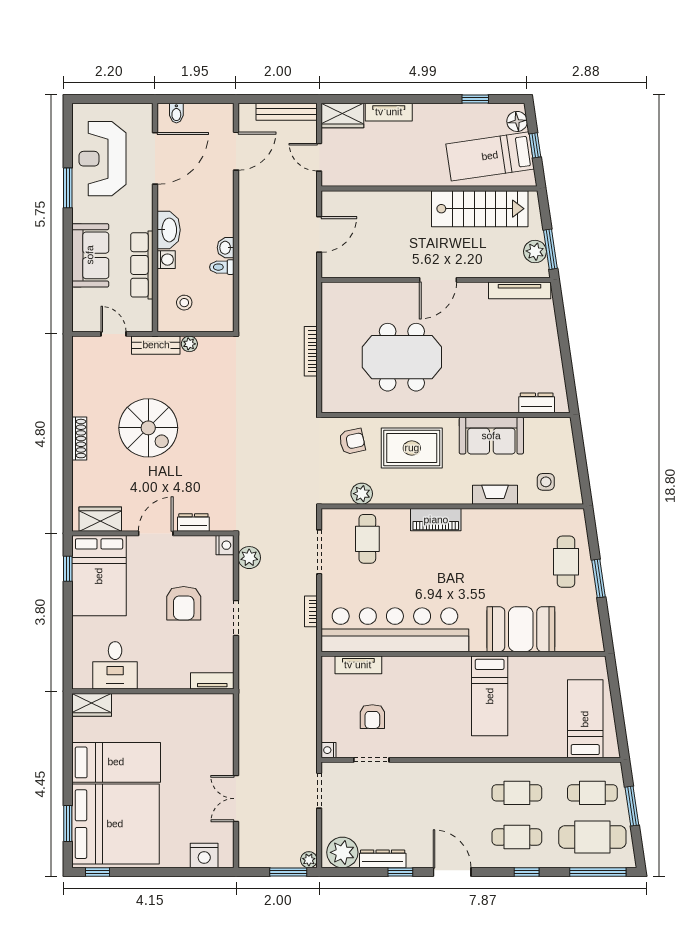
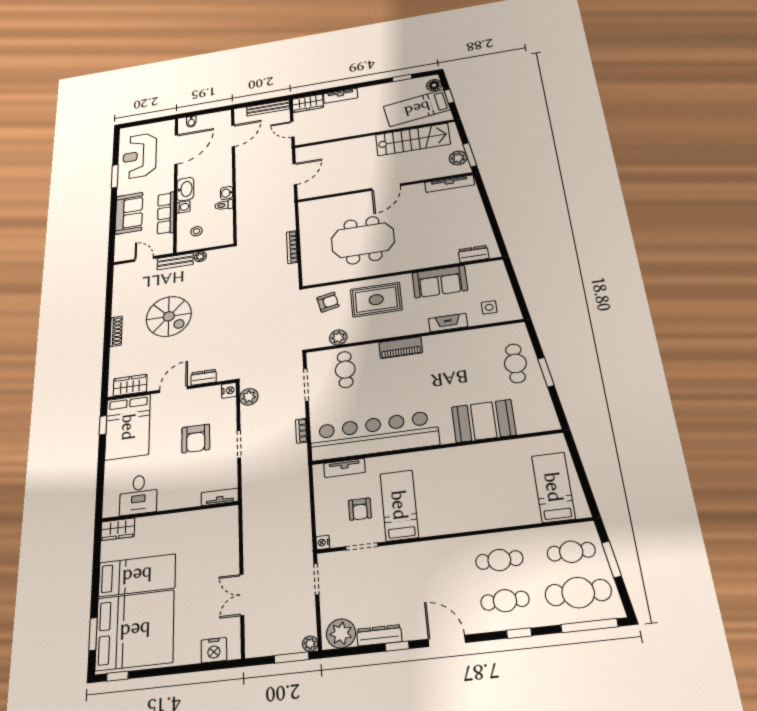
bed: (490, 696) -> (399, 505), moved, turned 180

